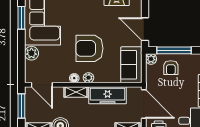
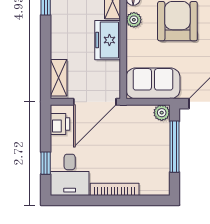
armchair: (171, 68) -> (149, 142), removed
freezer: (108, 95) -> (108, 40), width x0.71

